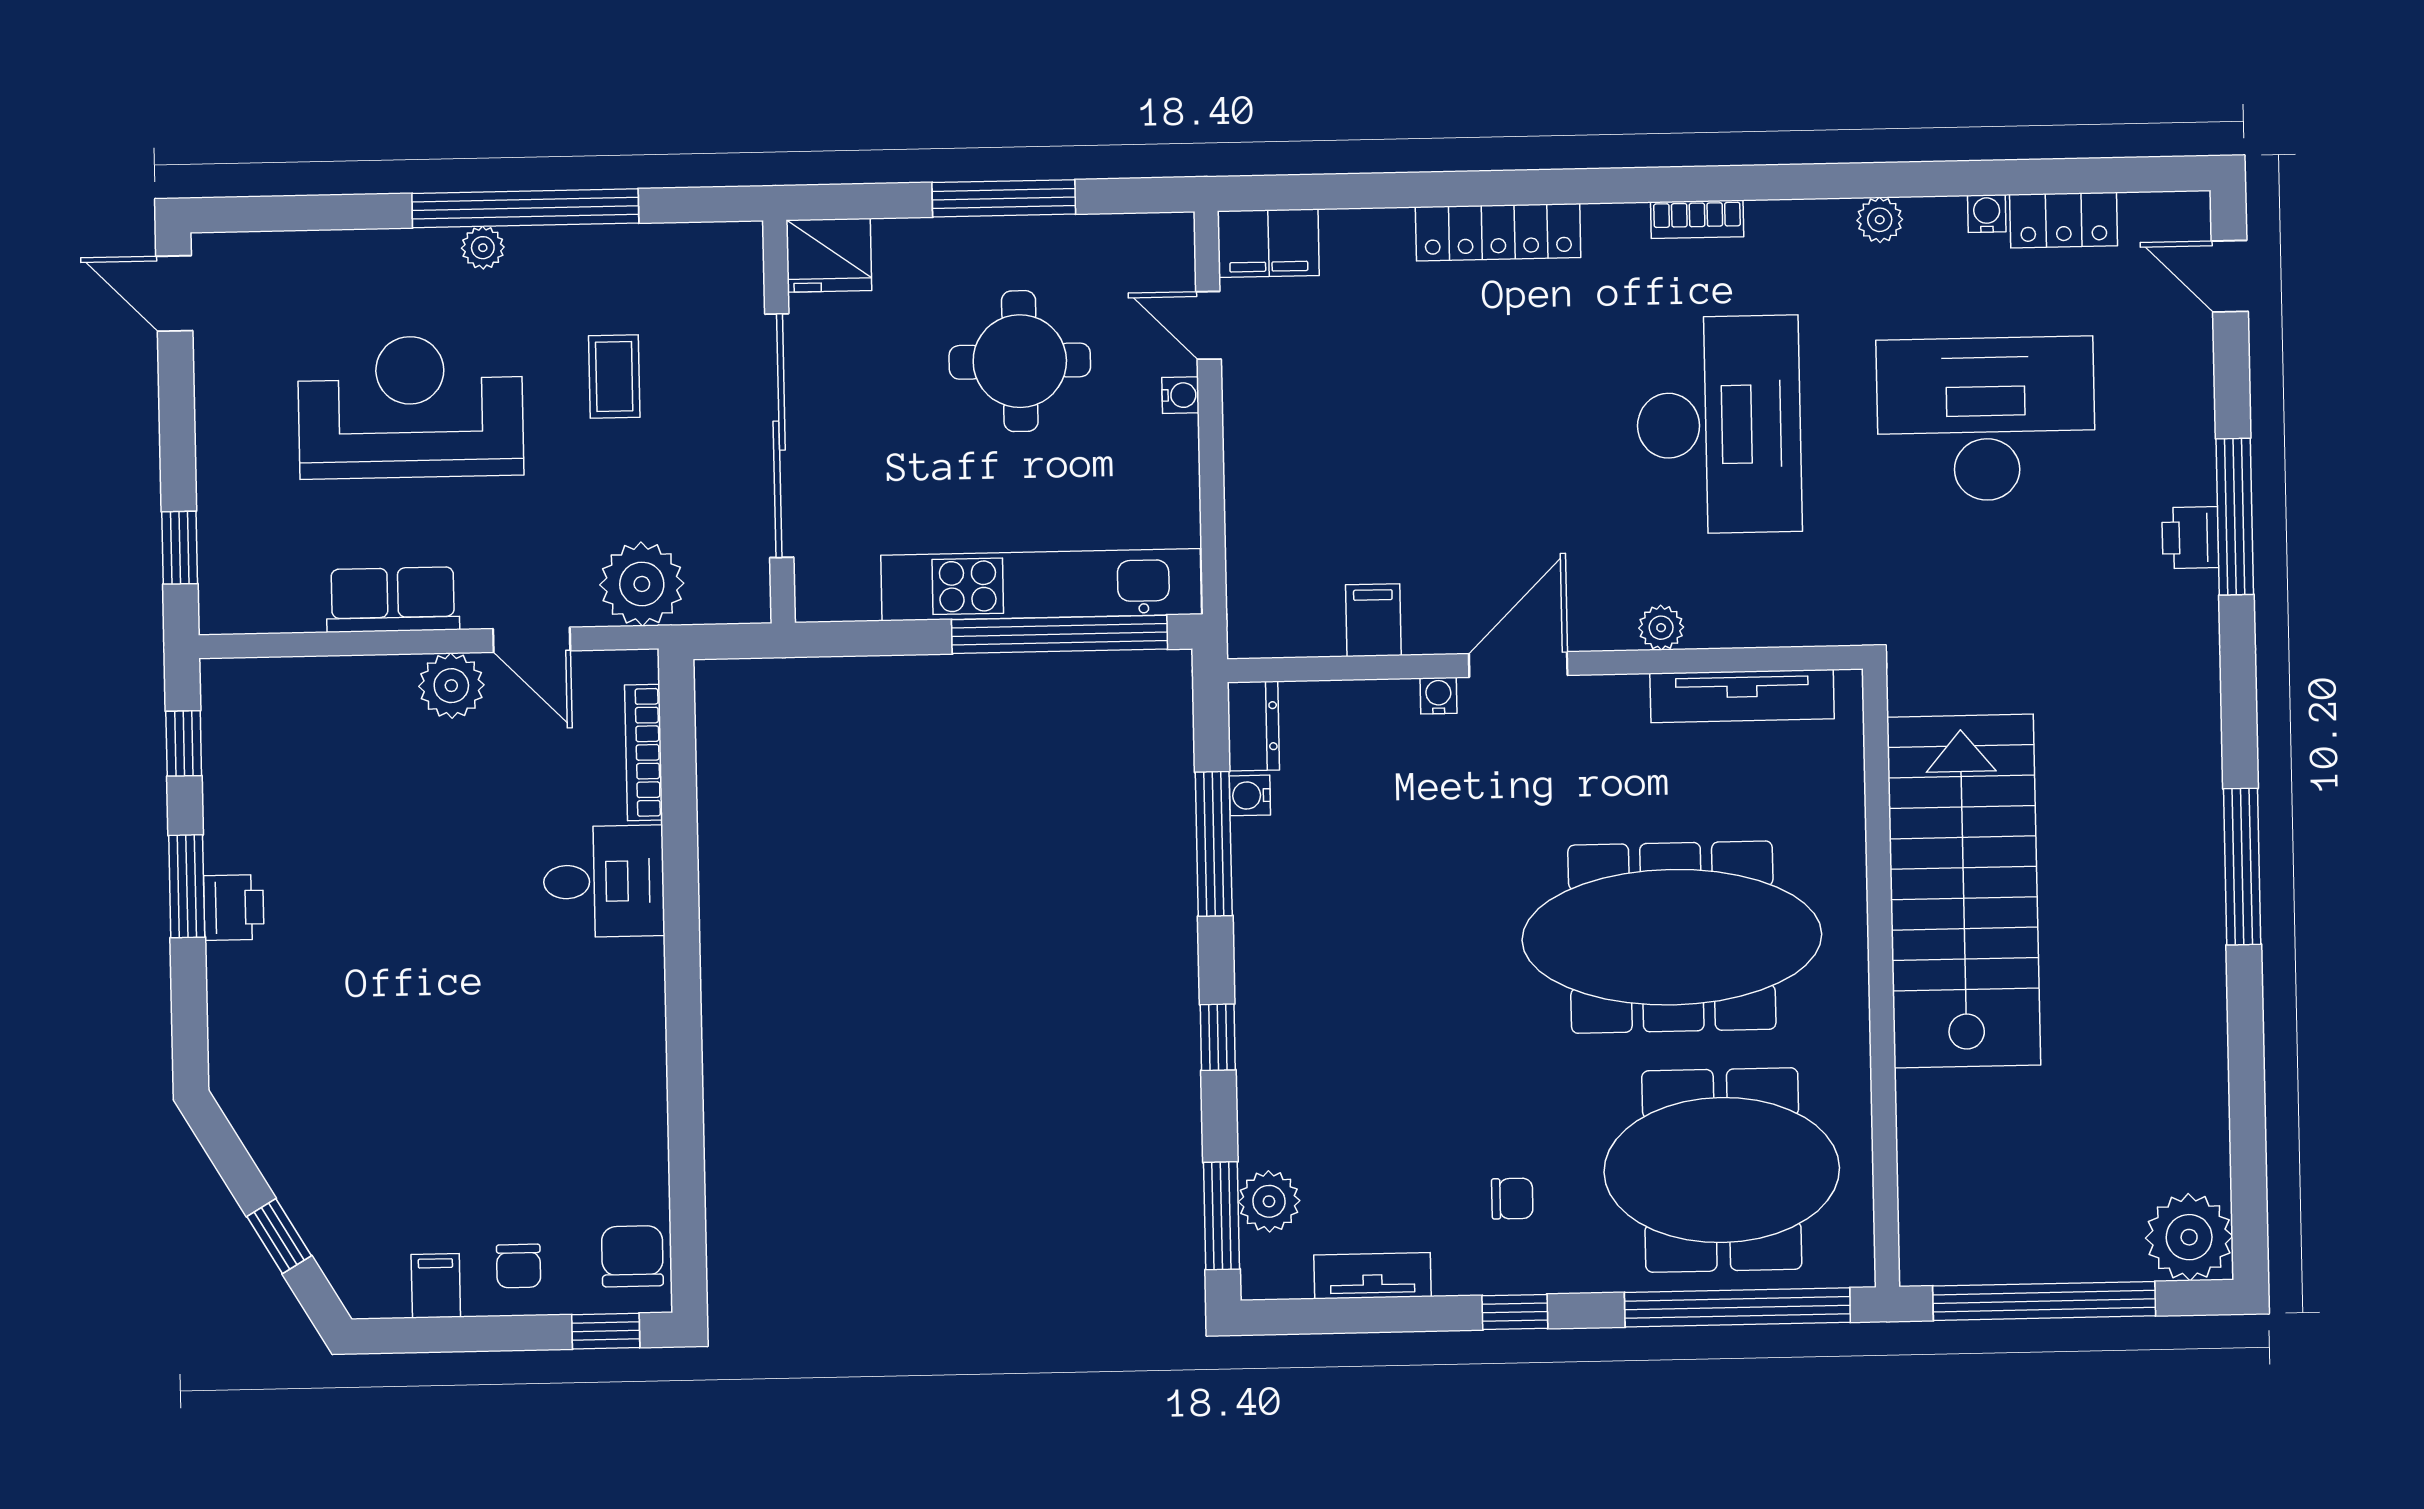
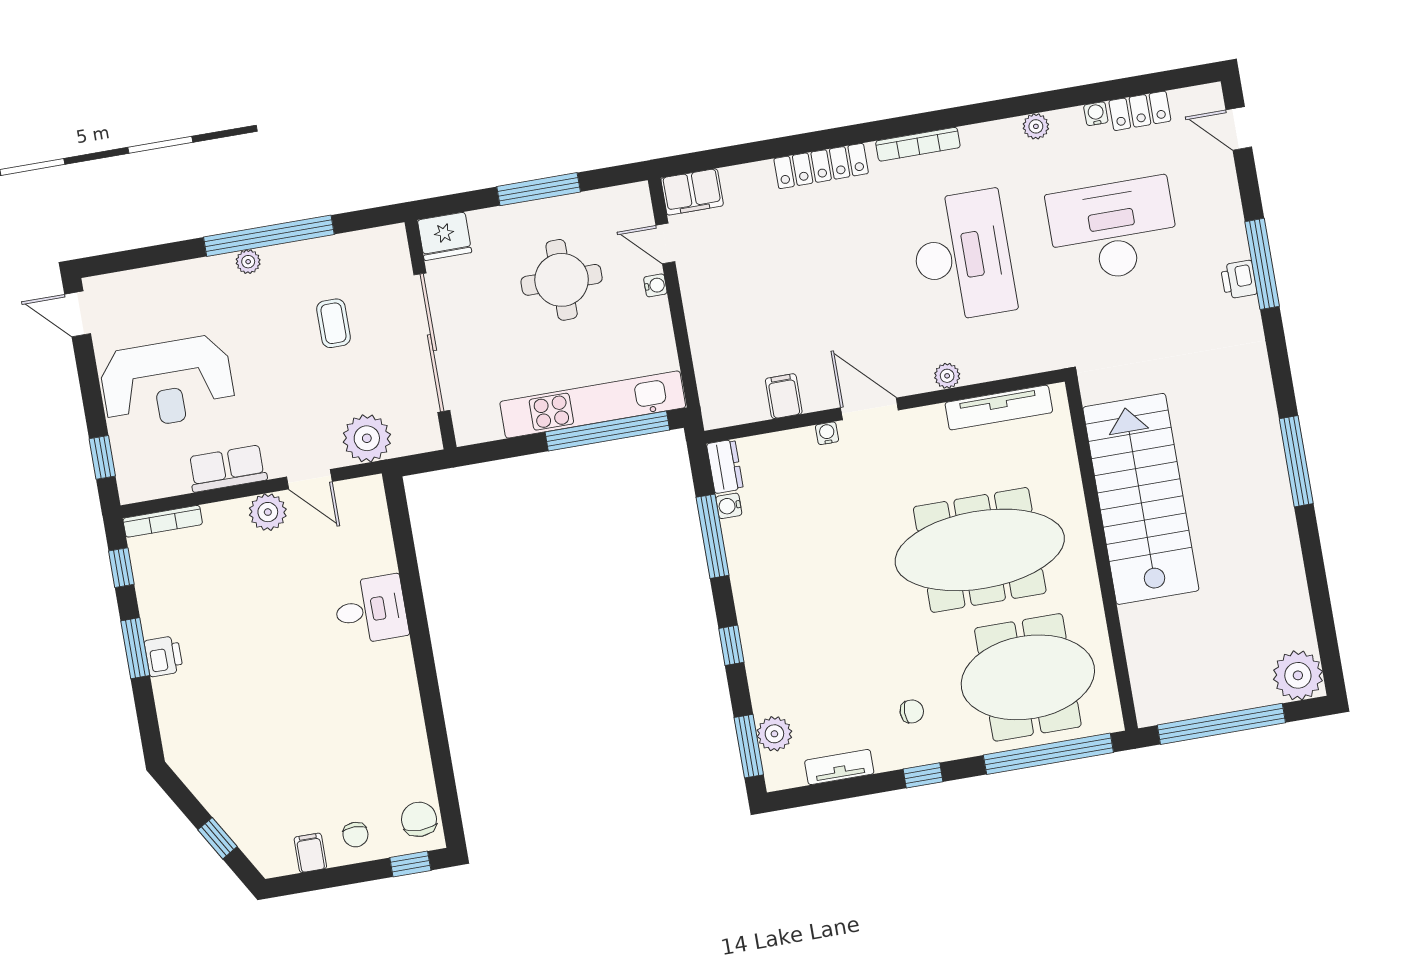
bookcase: (1697, 219) -> (918, 144), width x1.56
reception desk: (411, 407) -> (167, 383), moved, turned 180
door: (1518, 665) -> (869, 409), hinge flipped
bookcase: (644, 752) -> (163, 521), moved, turned -90

